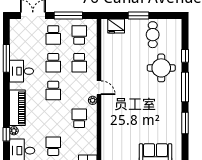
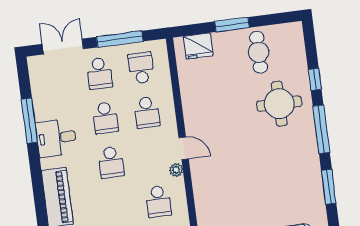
school desk: (79, 118) -> (158, 201), turned 180

